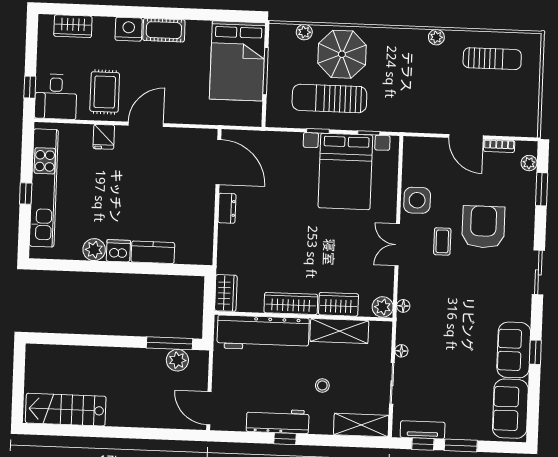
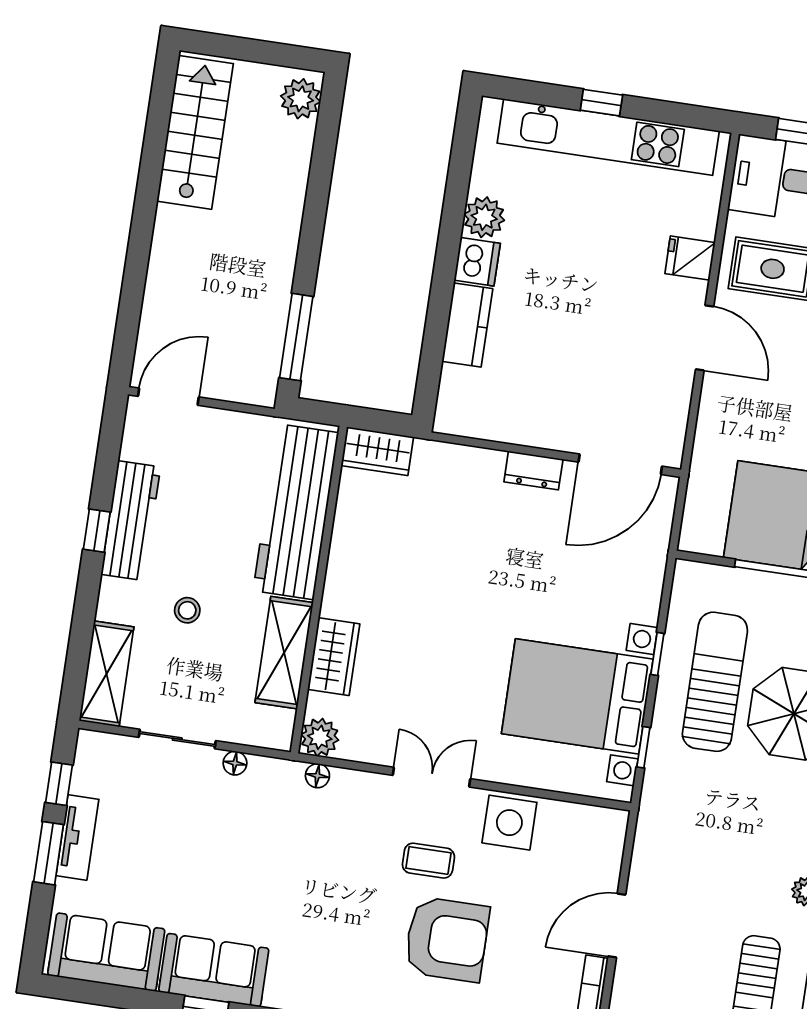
wardrobe: (291, 304) -> (345, 569), removed
plant: (177, 360) -> (301, 99), moved
tv unit: (423, 430) -> (77, 838), moved

